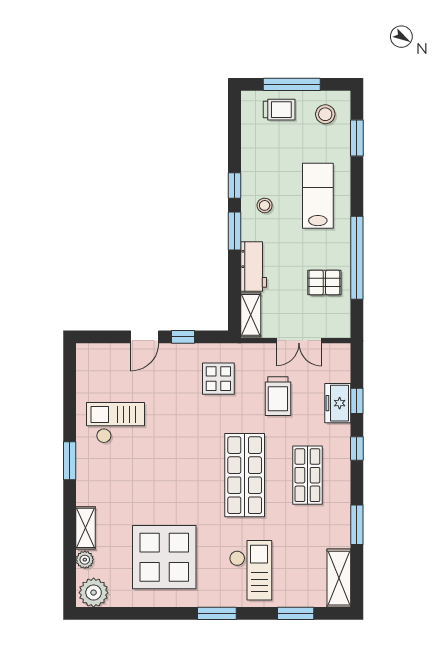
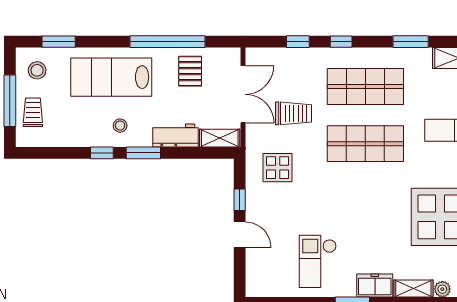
lab bench: (318, 196) -> (111, 77), width x1.36, depth x1.39
double door: (299, 341) -> (243, 94), width x1.37
freezer: (338, 403) -> (375, 286), moved, turned 180
shop shelf: (307, 475) -> (365, 87), width x1.43, depth x1.36

